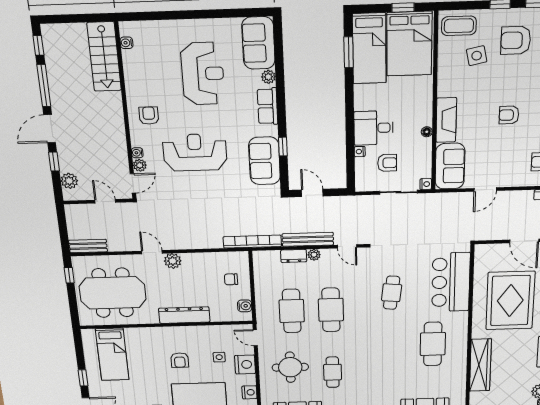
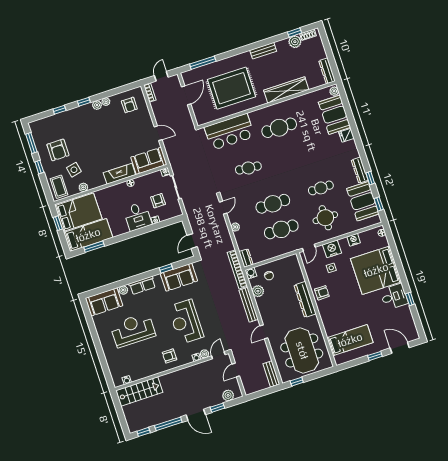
plant: (445, 62) -> (83, 187), added
armchair: (509, 115) -> (105, 137), removed
door: (133, 183) -> (218, 355), hinge flipped
bench: (308, 239) -> (249, 305), moved
dresser: (294, 256) -> (246, 258), moved
plant: (173, 261) -> (258, 291), moved
water cooler: (245, 306) -> (251, 273), moved
armchair: (180, 360) -> (322, 293), moved

